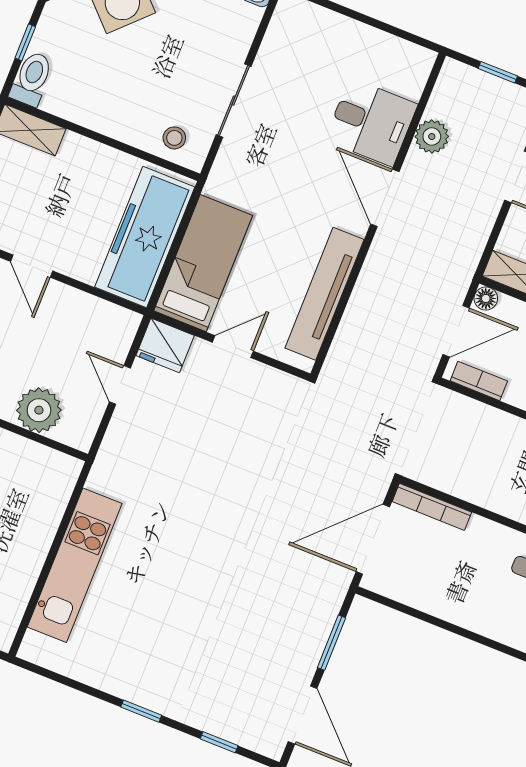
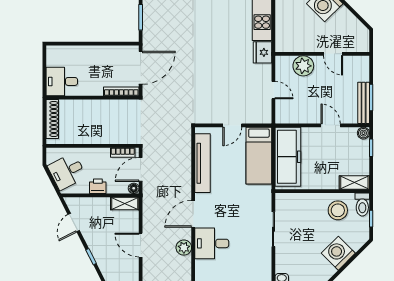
stool: (174, 138) -> (338, 210), moved, width x1.89, depth x1.89
door: (385, 198) -> (193, 214), swing flipped
fridge: (165, 345) -> (263, 52), moved, turned -90

